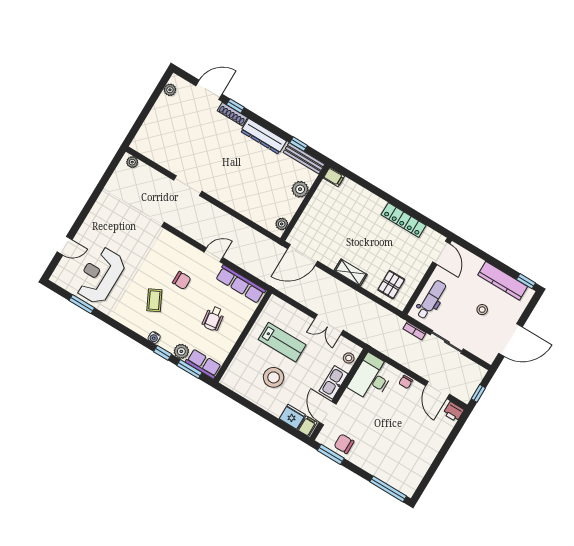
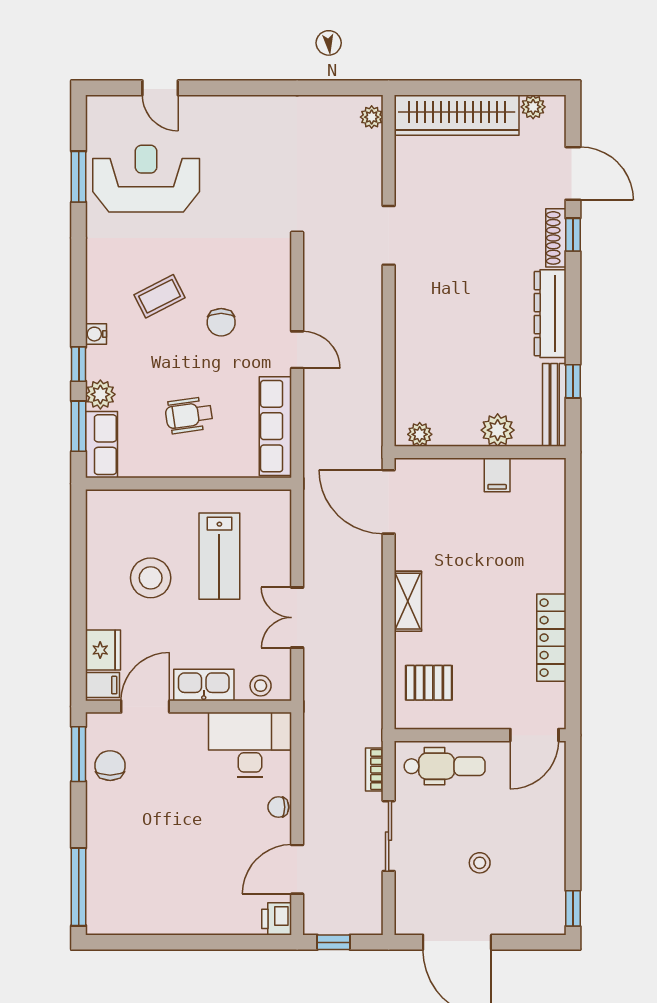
wardrobe: (154, 125) -> (457, 115), added
filing cabinet: (334, 177) -> (497, 475), moved
kitchen counter: (503, 281) -> (550, 868), removed

